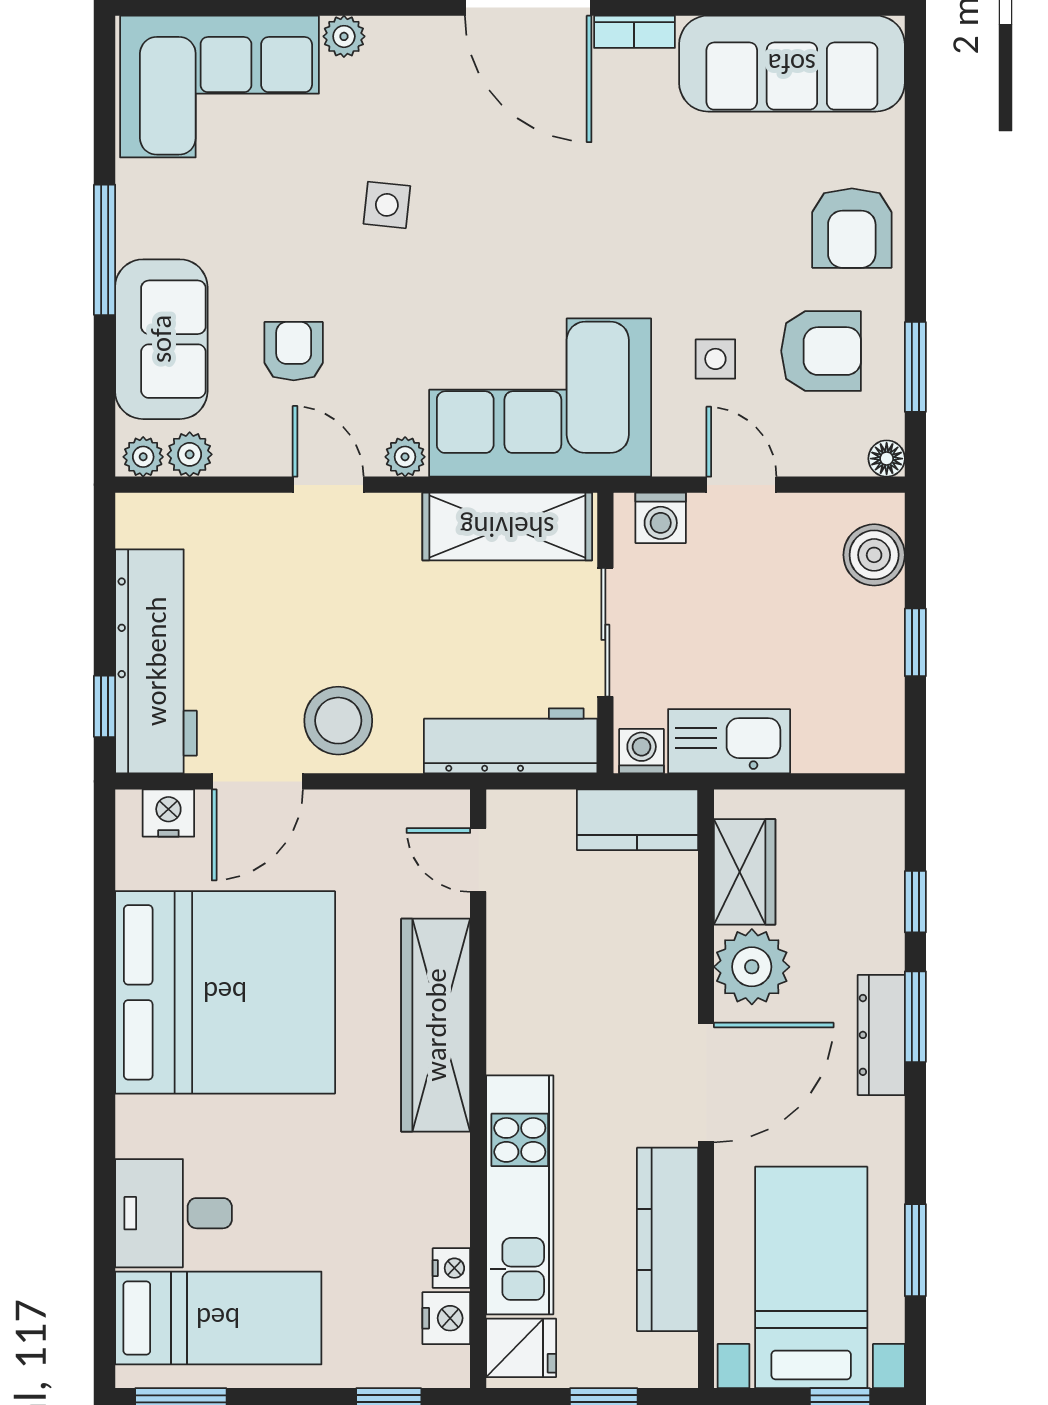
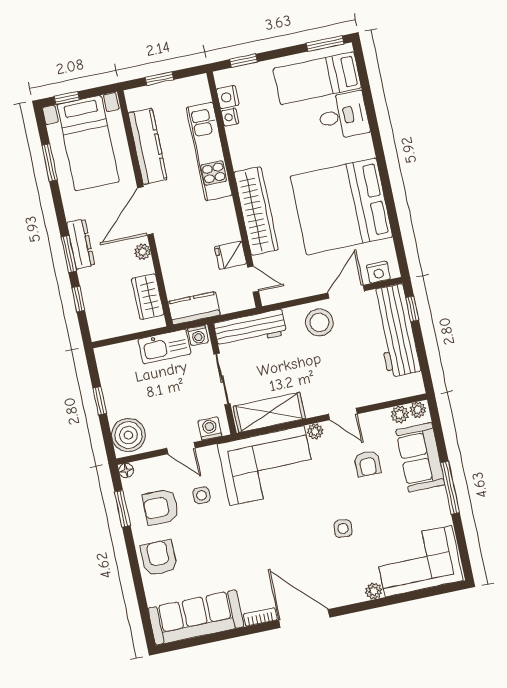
boiler: (874, 555) -> (128, 435), width x1.37, depth x1.37
plant: (752, 967) -> (142, 252), width x0.53, depth x0.53
fridge: (521, 1348) -> (230, 255), moved

